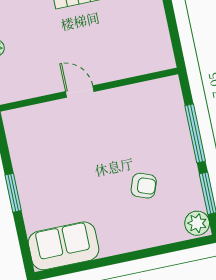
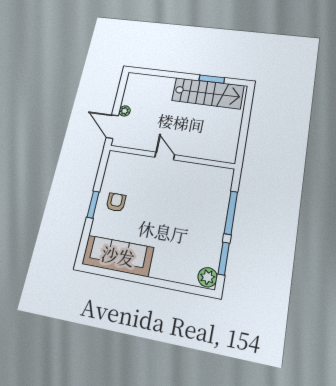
armchair: (144, 186) -> (116, 202), moved, turned -110
sofa: (64, 246) -> (118, 256), width x1.36

